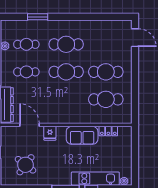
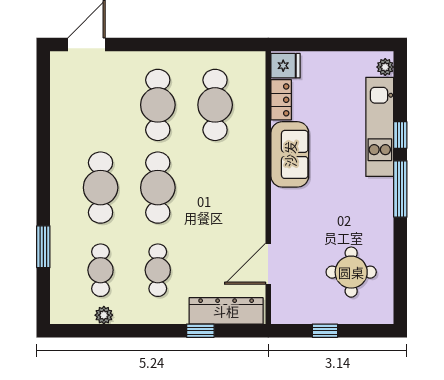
fridge: (50, 133) -> (286, 66), moved
round table: (26, 165) -> (351, 272), turned -37

